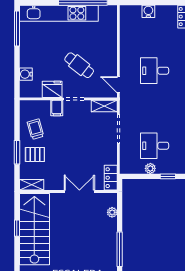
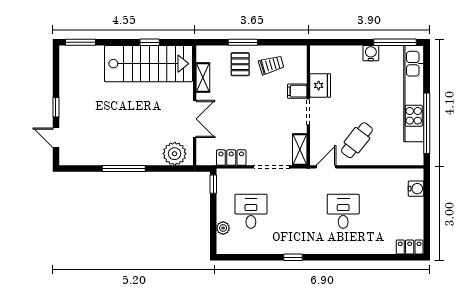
water cooler: (148, 11) -> (416, 189), moved
cafe table: (79, 65) -> (357, 140), moved
water cooler: (26, 74) -> (371, 53), moved
plant: (150, 168) -> (223, 228), moved
window: (168, 176) -> (213, 184), moved
locker: (111, 178) -> (231, 158), moved
shelving: (32, 185) -> (203, 78), moved
plant: (112, 212) -> (175, 154), width x1.88, depth x1.88

